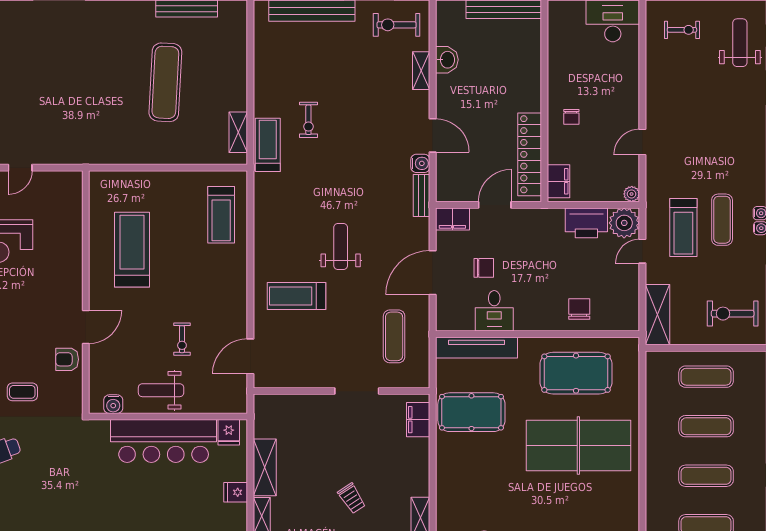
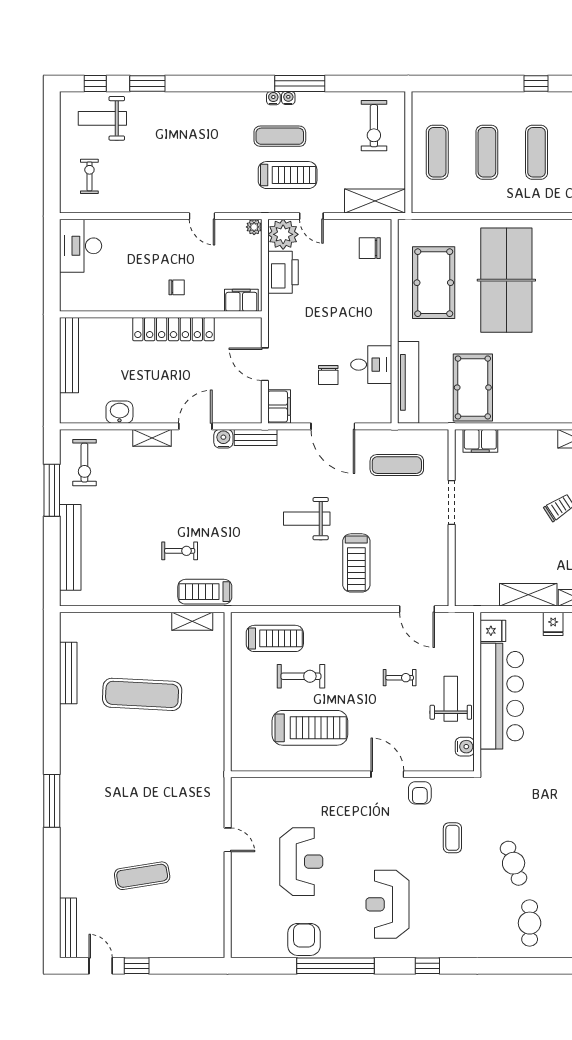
shelving: (421, 71) -> (152, 438), moved
locker: (530, 154) -> (174, 329), moved
exercise bike: (183, 241) -> (301, 676), added
treadmill: (132, 250) -> (310, 728), turned 180
chair: (484, 268) -> (328, 375), turned 180
chair: (579, 309) -> (370, 248), moved
weight bench: (161, 390) -> (451, 699), turned 180

